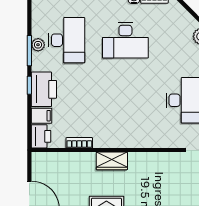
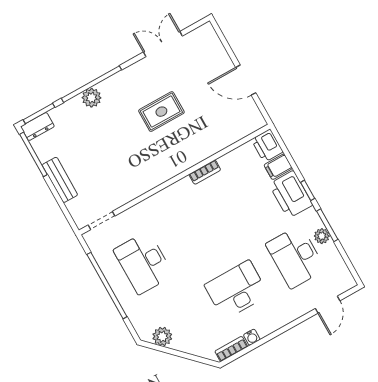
bookcase: (79, 143) -> (205, 172), moved
wardrobe: (112, 161) -> (182, 161), removed

